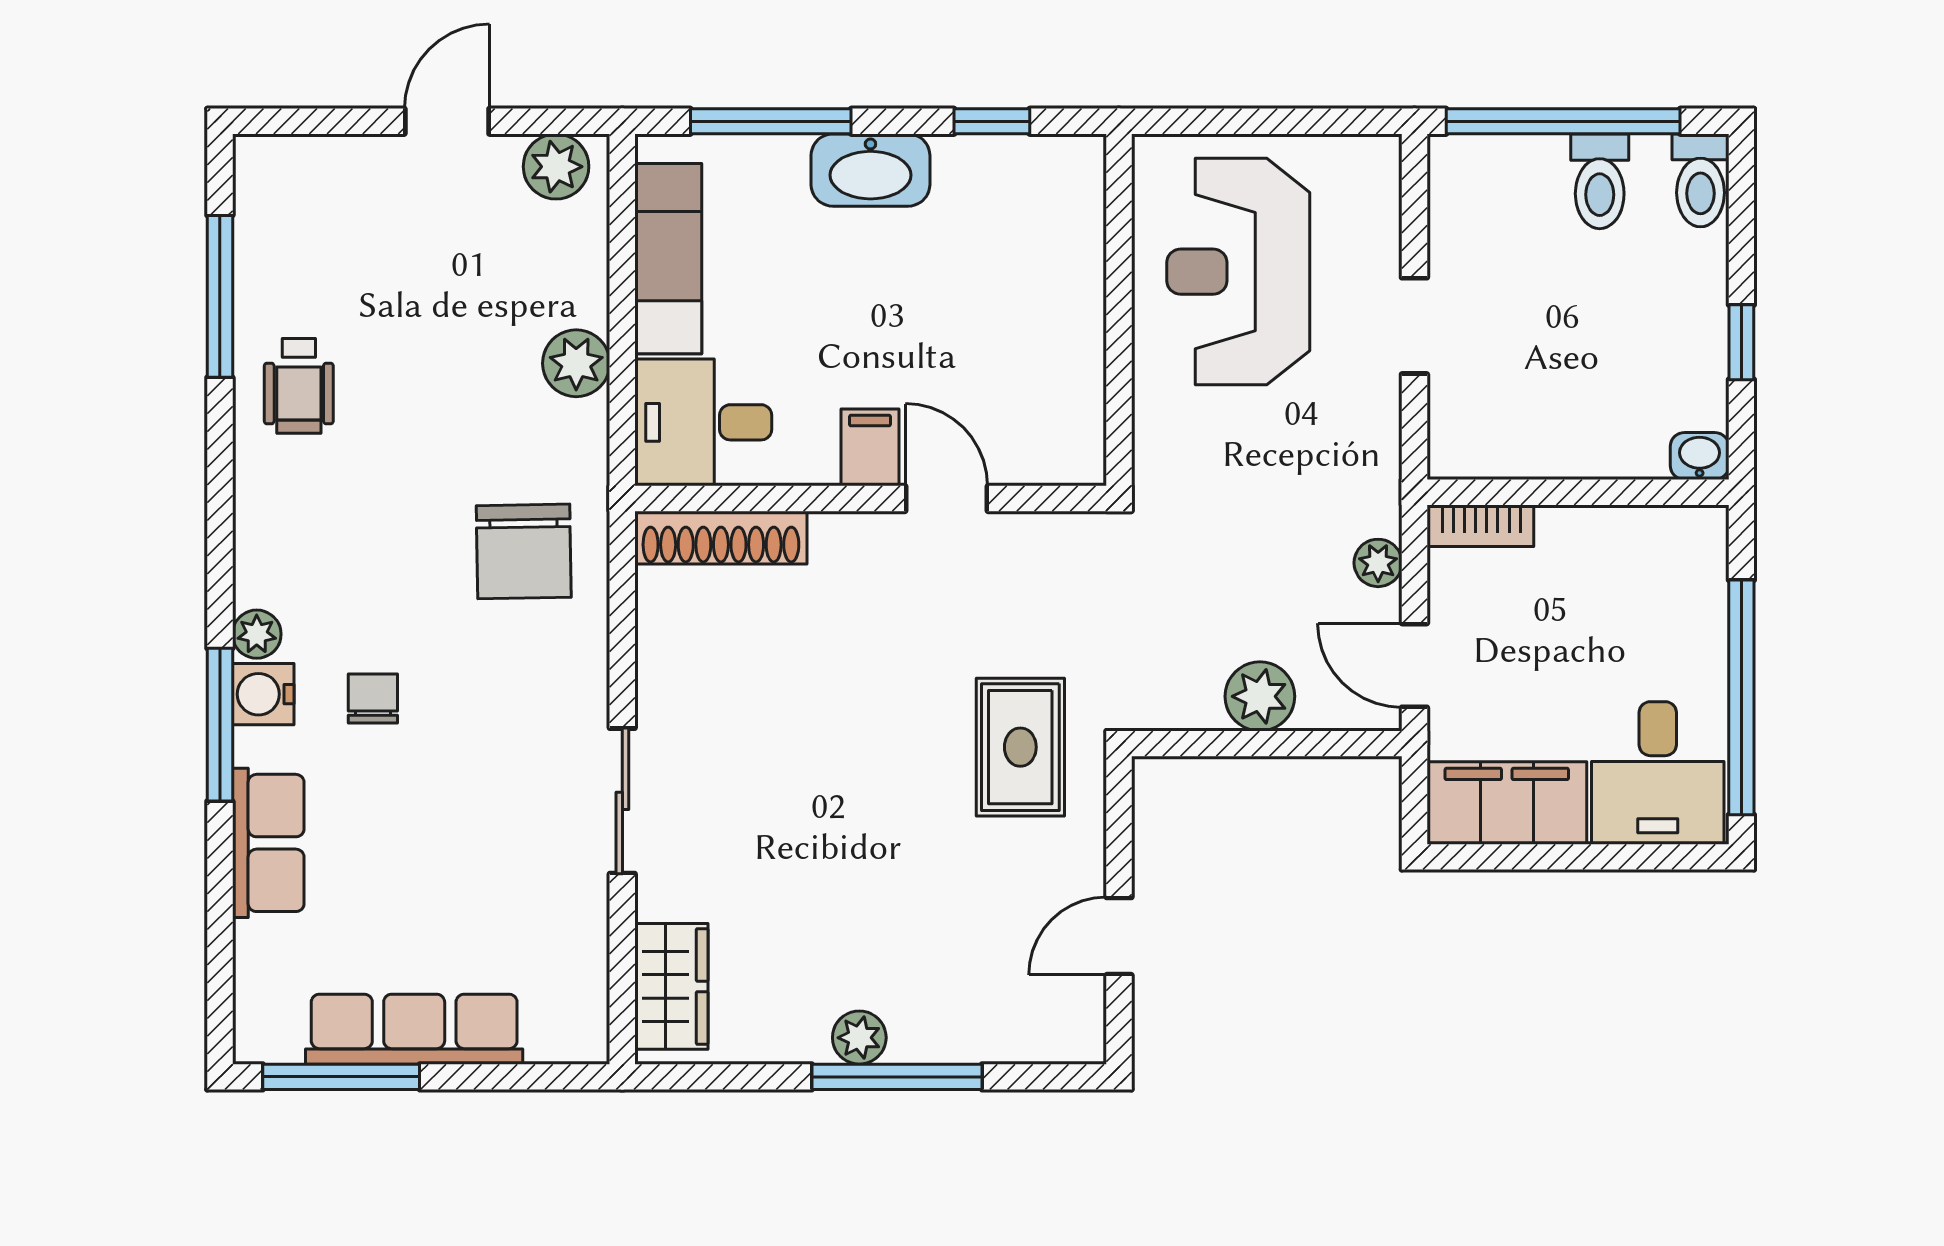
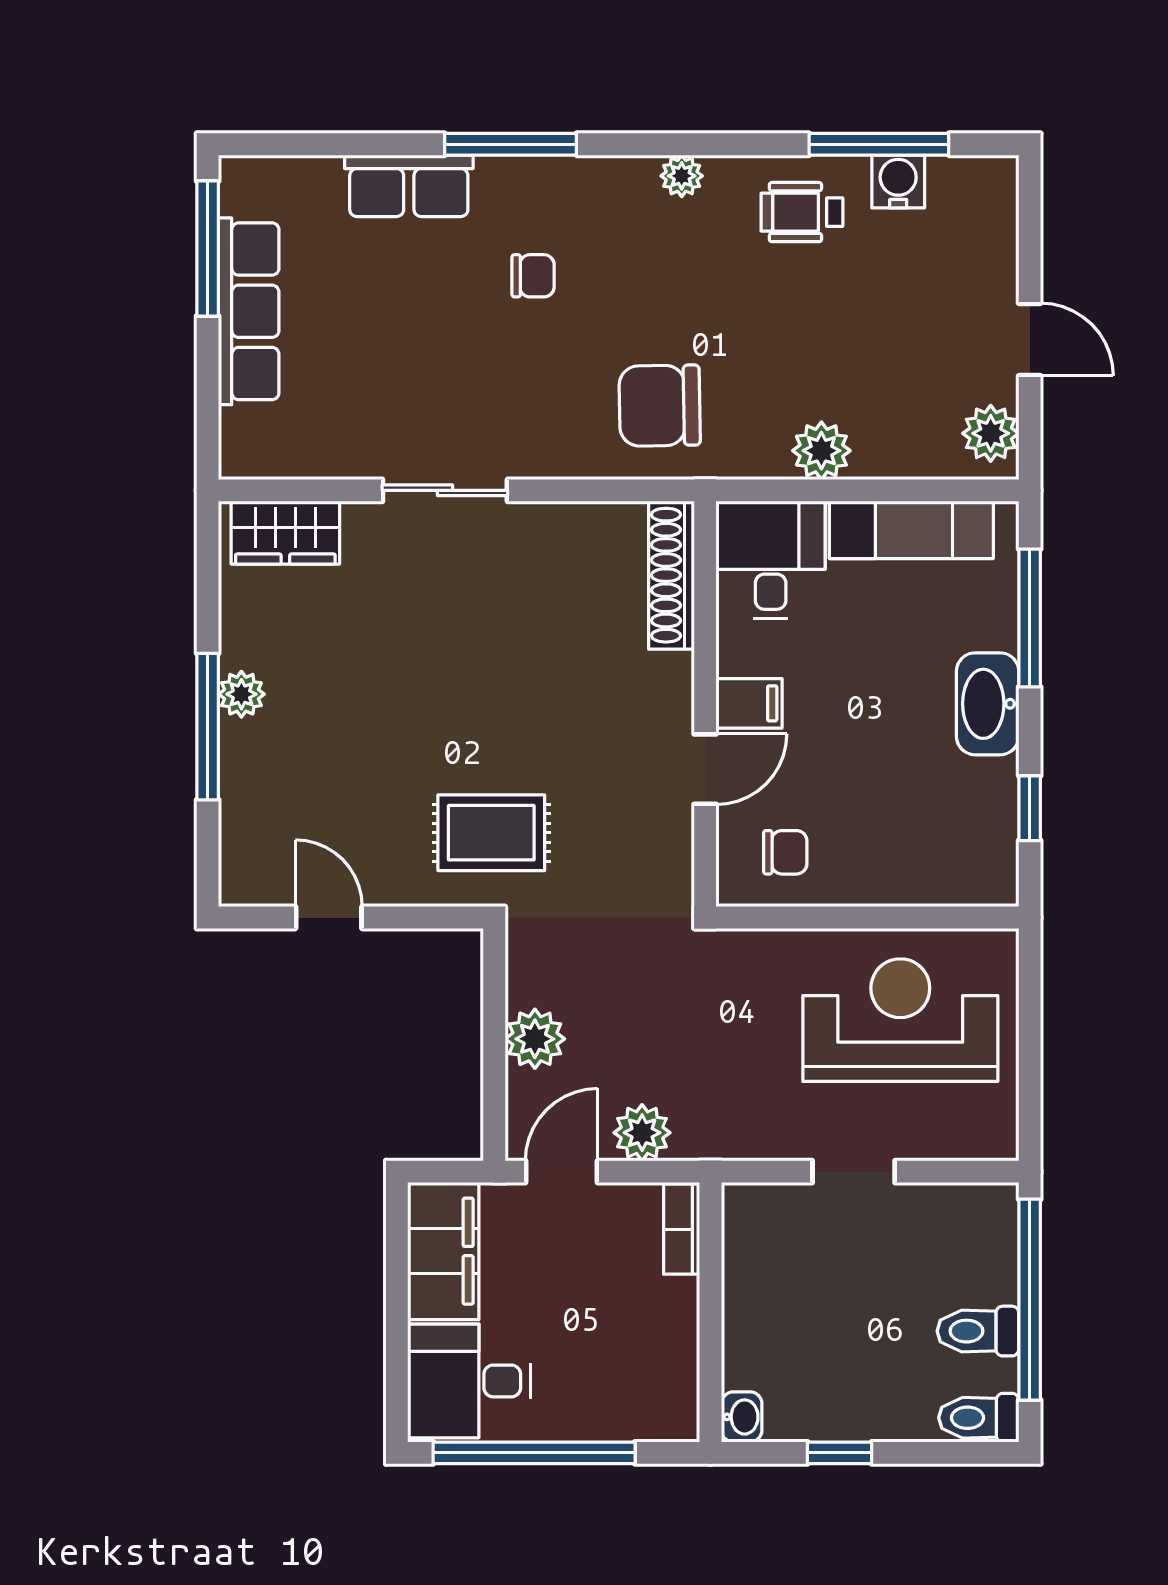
chair: (1043, 405) -> (785, 852), added
plant: (1378, 563) -> (642, 1133), width x1.38, depth x1.38
plant: (257, 634) -> (682, 176), moved
water cooler: (263, 694) -> (898, 181), moved

